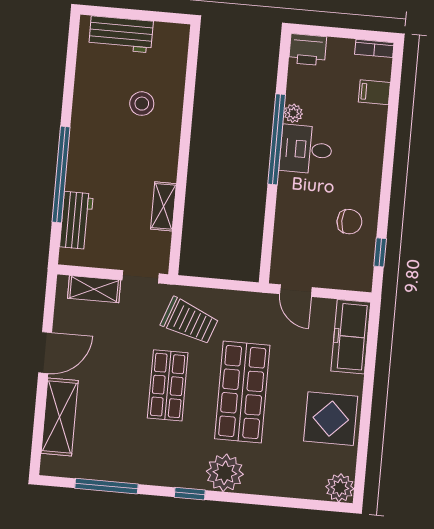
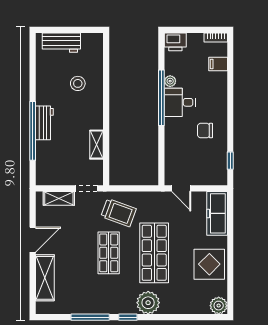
workbench: (76, 220) -> (44, 123), moved
chair: (349, 222) -> (205, 131), moved, turned 180
window: (106, 486) -> (90, 317), moved

